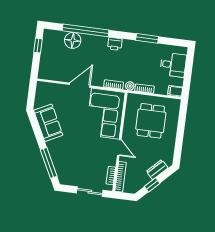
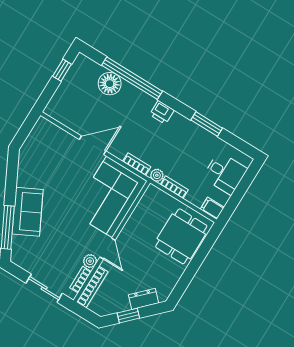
dining table: (151, 121) -> (181, 236), moved
sofa: (48, 123) -> (28, 212), moved
plant: (112, 161) -> (90, 261), added

